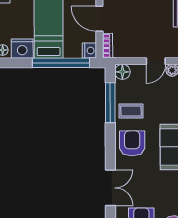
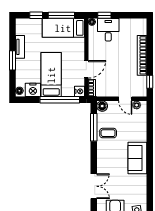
door: (99, 19) -> (86, 69), swing flipped
door: (156, 61) -> (125, 99), hinge flipped
armchair: (132, 143) -> (109, 155), removed

